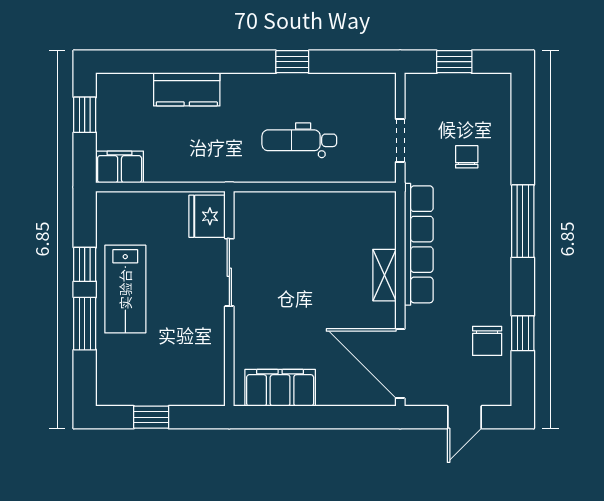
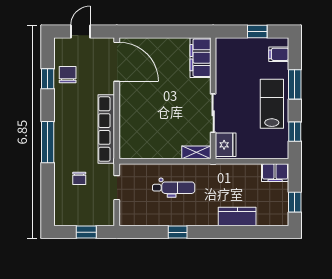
window: (85, 264) -> (295, 132), moved
shelving: (384, 275) -> (196, 152), moved, turned 90
filing cabinet: (113, 377) -> (279, 54), added
filing cabinet: (280, 388) -> (200, 58), moved, turned 90

